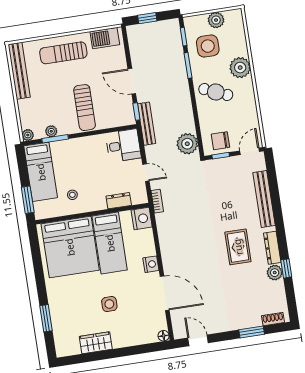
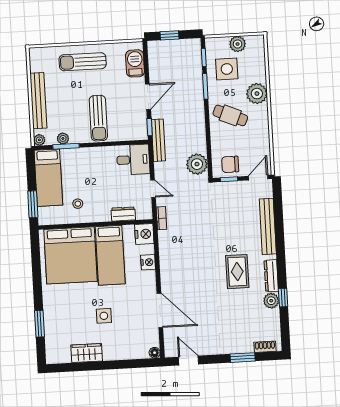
barbecue: (105, 38) -> (135, 63), moved, turned 90
bench: (19, 71) -> (38, 101), moved
door: (132, 81) -> (148, 97), swing flipped
nightstand: (151, 264) -> (148, 262), moved

